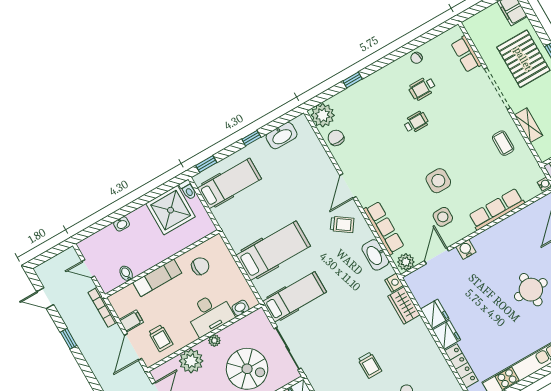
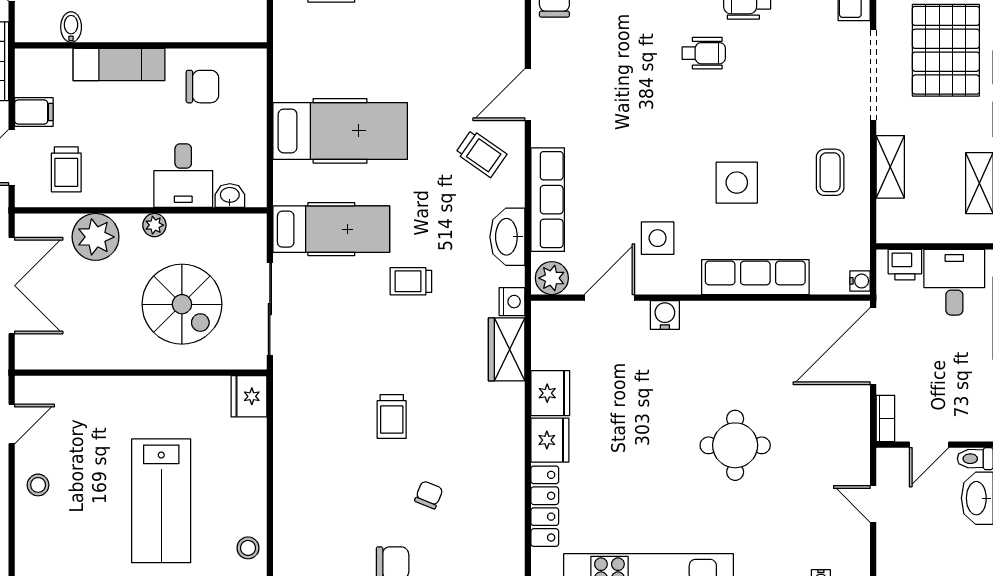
side table: (438, 181) -> (737, 183), moved
trolley: (344, 300) -> (411, 281), added
desk: (210, 314) -> (183, 176), width x0.73

